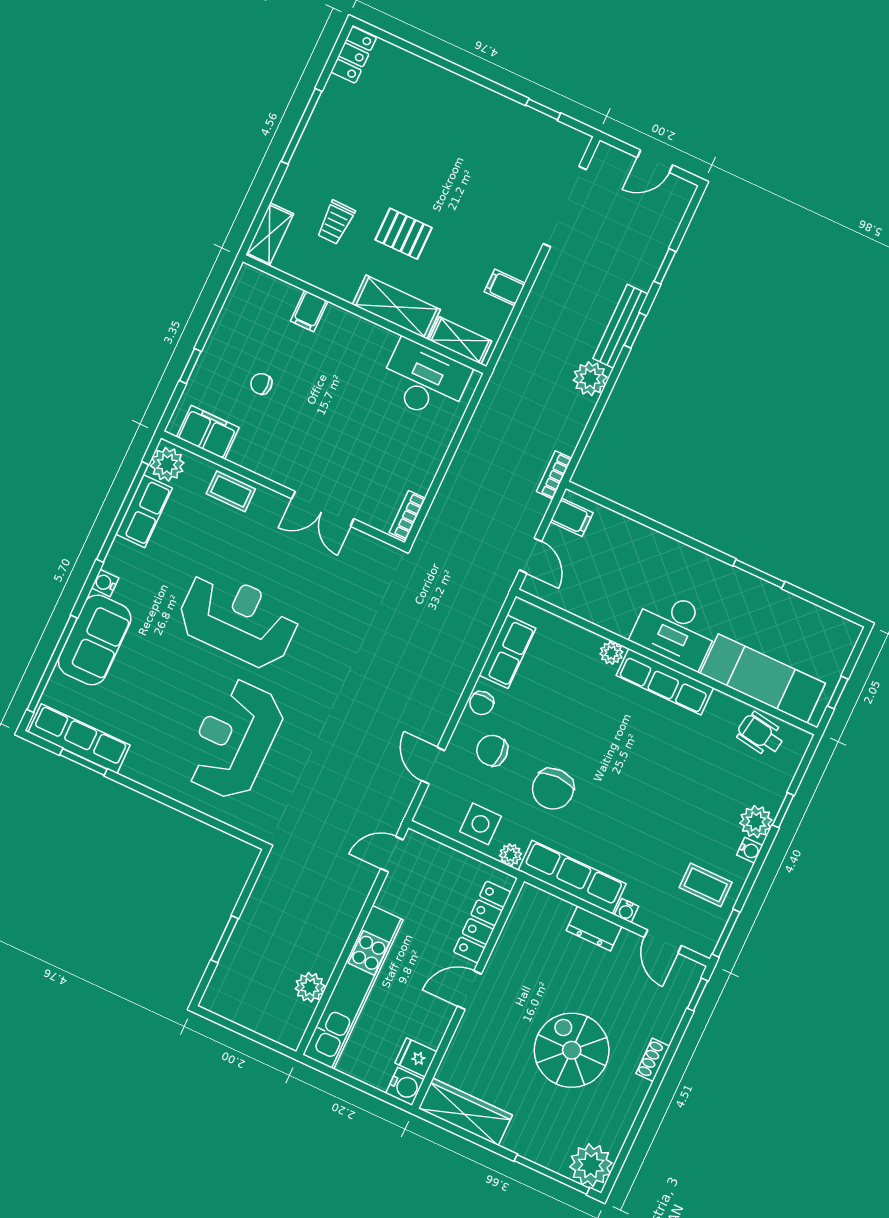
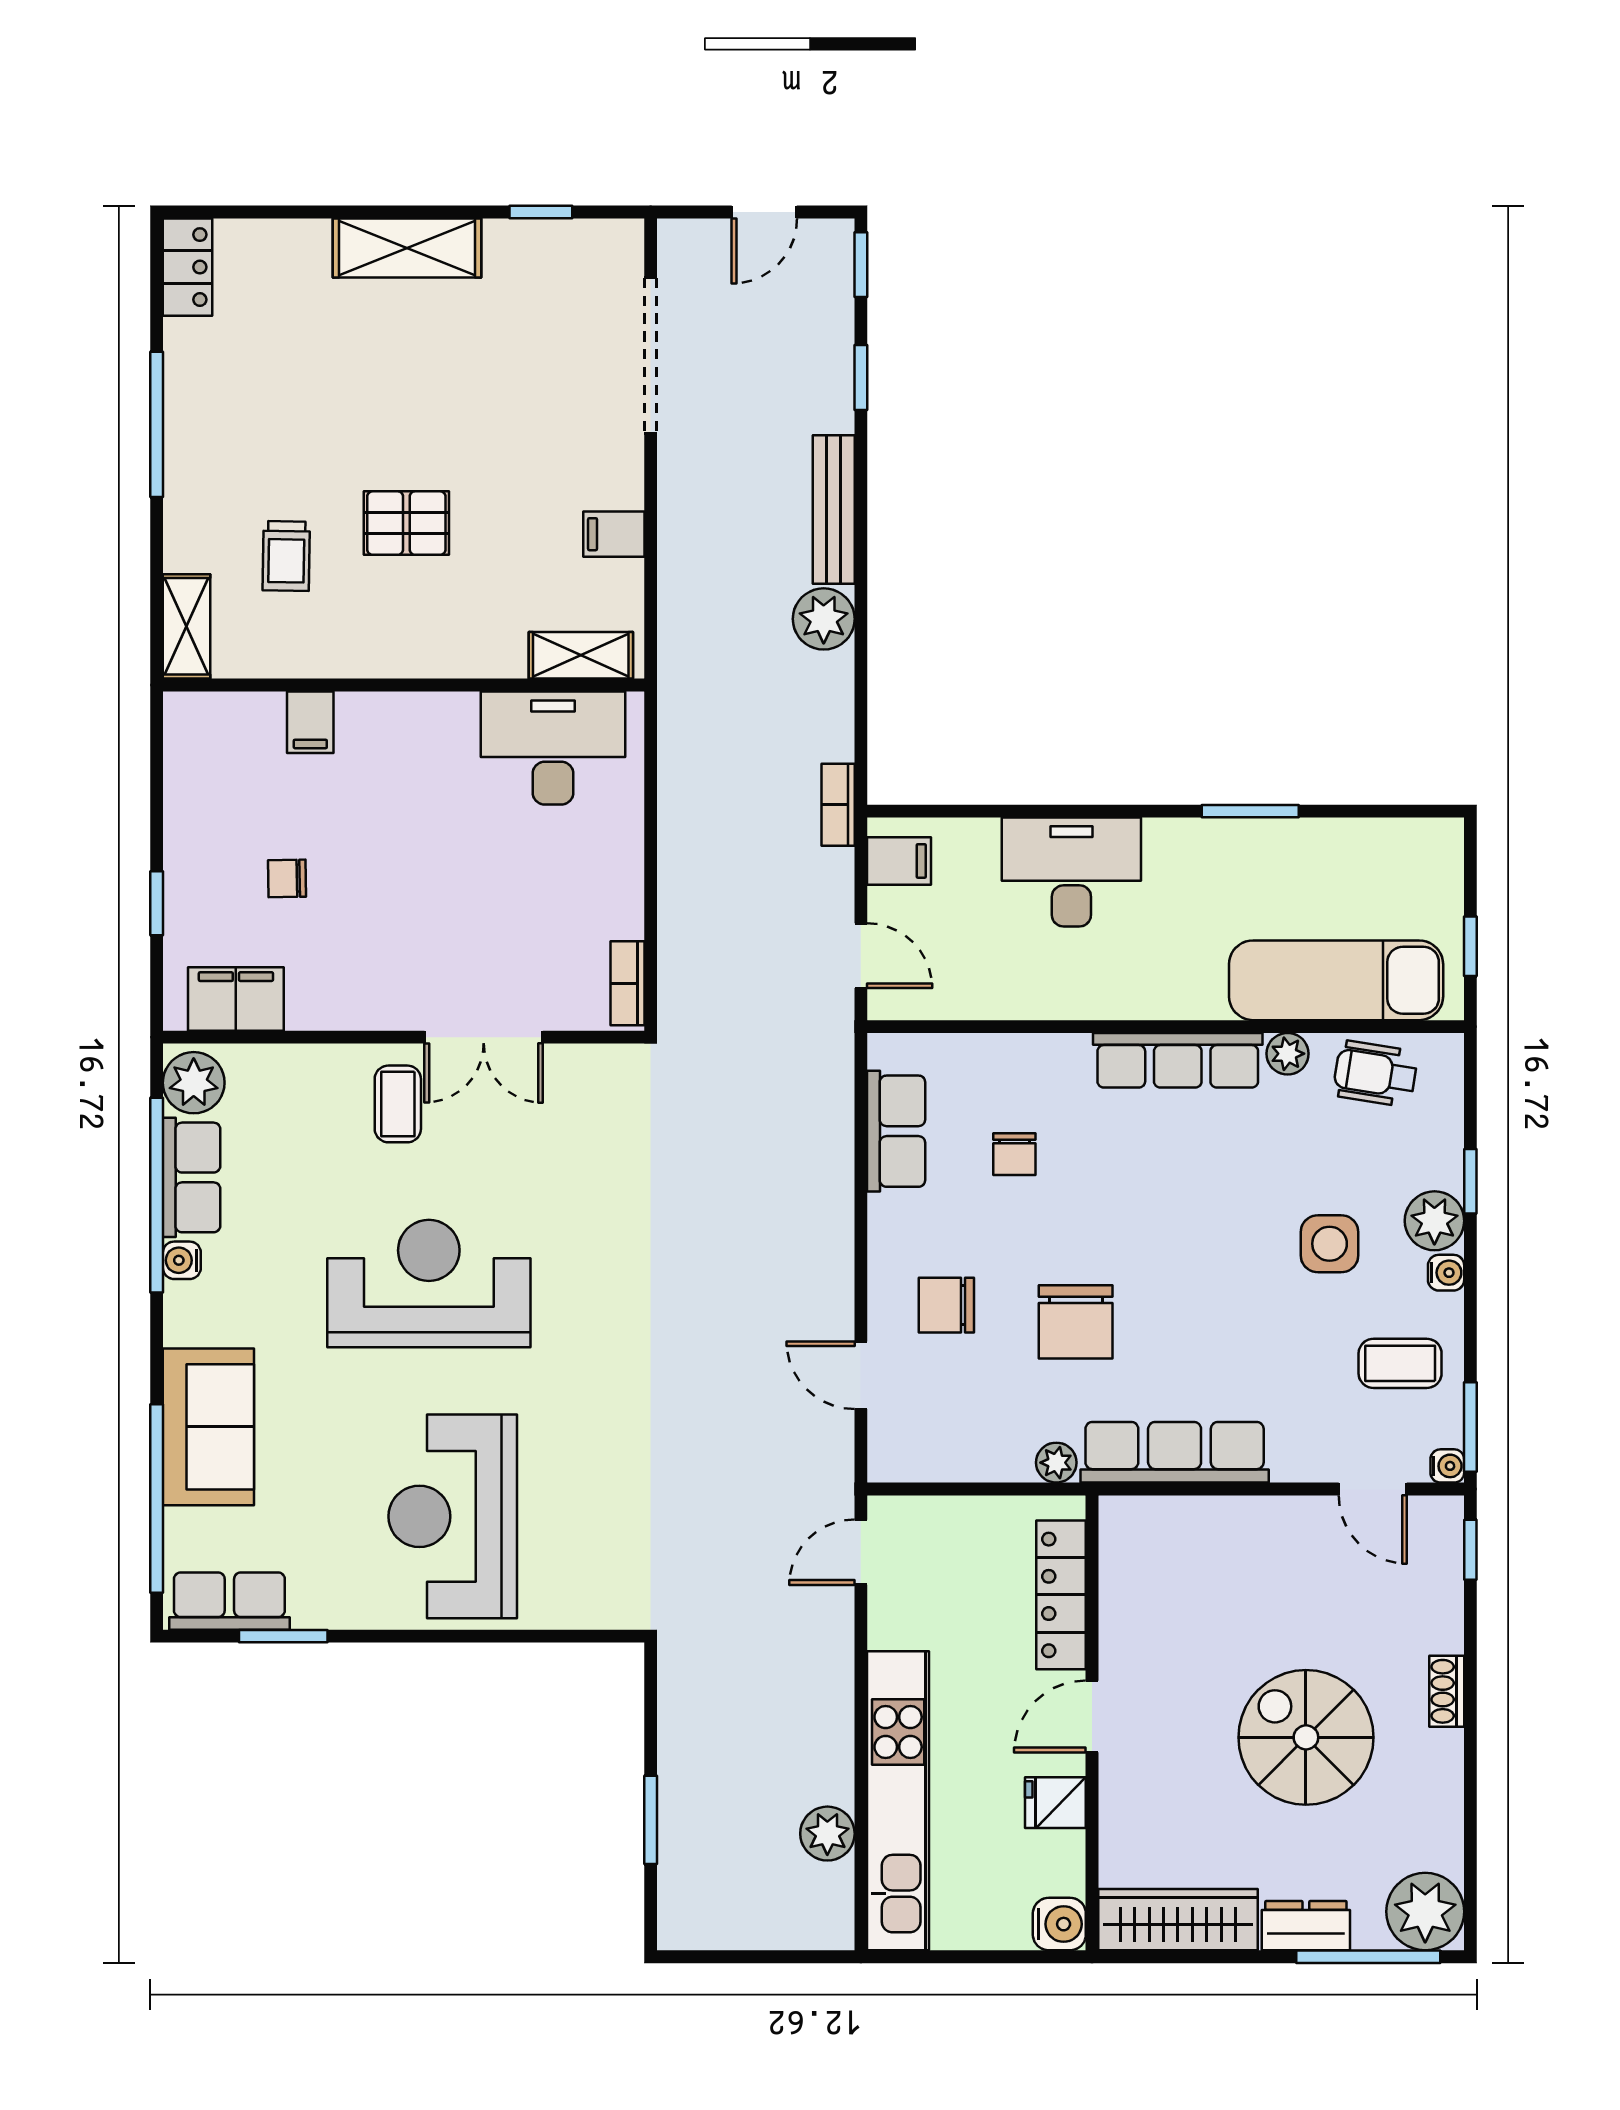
shelving: (396, 307) -> (407, 248), moved
window: (635, 330) -> (861, 265), moved
coffee table: (231, 491) -> (398, 1104), moved, turned 90
water cooler: (105, 583) -> (182, 1260), moved
desk: (676, 629) -> (1071, 872), moved, turned 180
plant: (611, 653) -> (1288, 1054), moved
chair: (482, 703) -> (1014, 1154), moved
row of seats: (79, 739) -> (229, 1601), width x0.68
reception desk: (234, 739) -> (453, 1516), moved
side table: (480, 824) -> (1330, 1244), moved
water cooler: (626, 911) -> (1447, 1466), moved, turned -90
dresser: (594, 928) -> (1306, 1926), moved, turned 180
fridge: (416, 1057) -> (1055, 1803), moved

